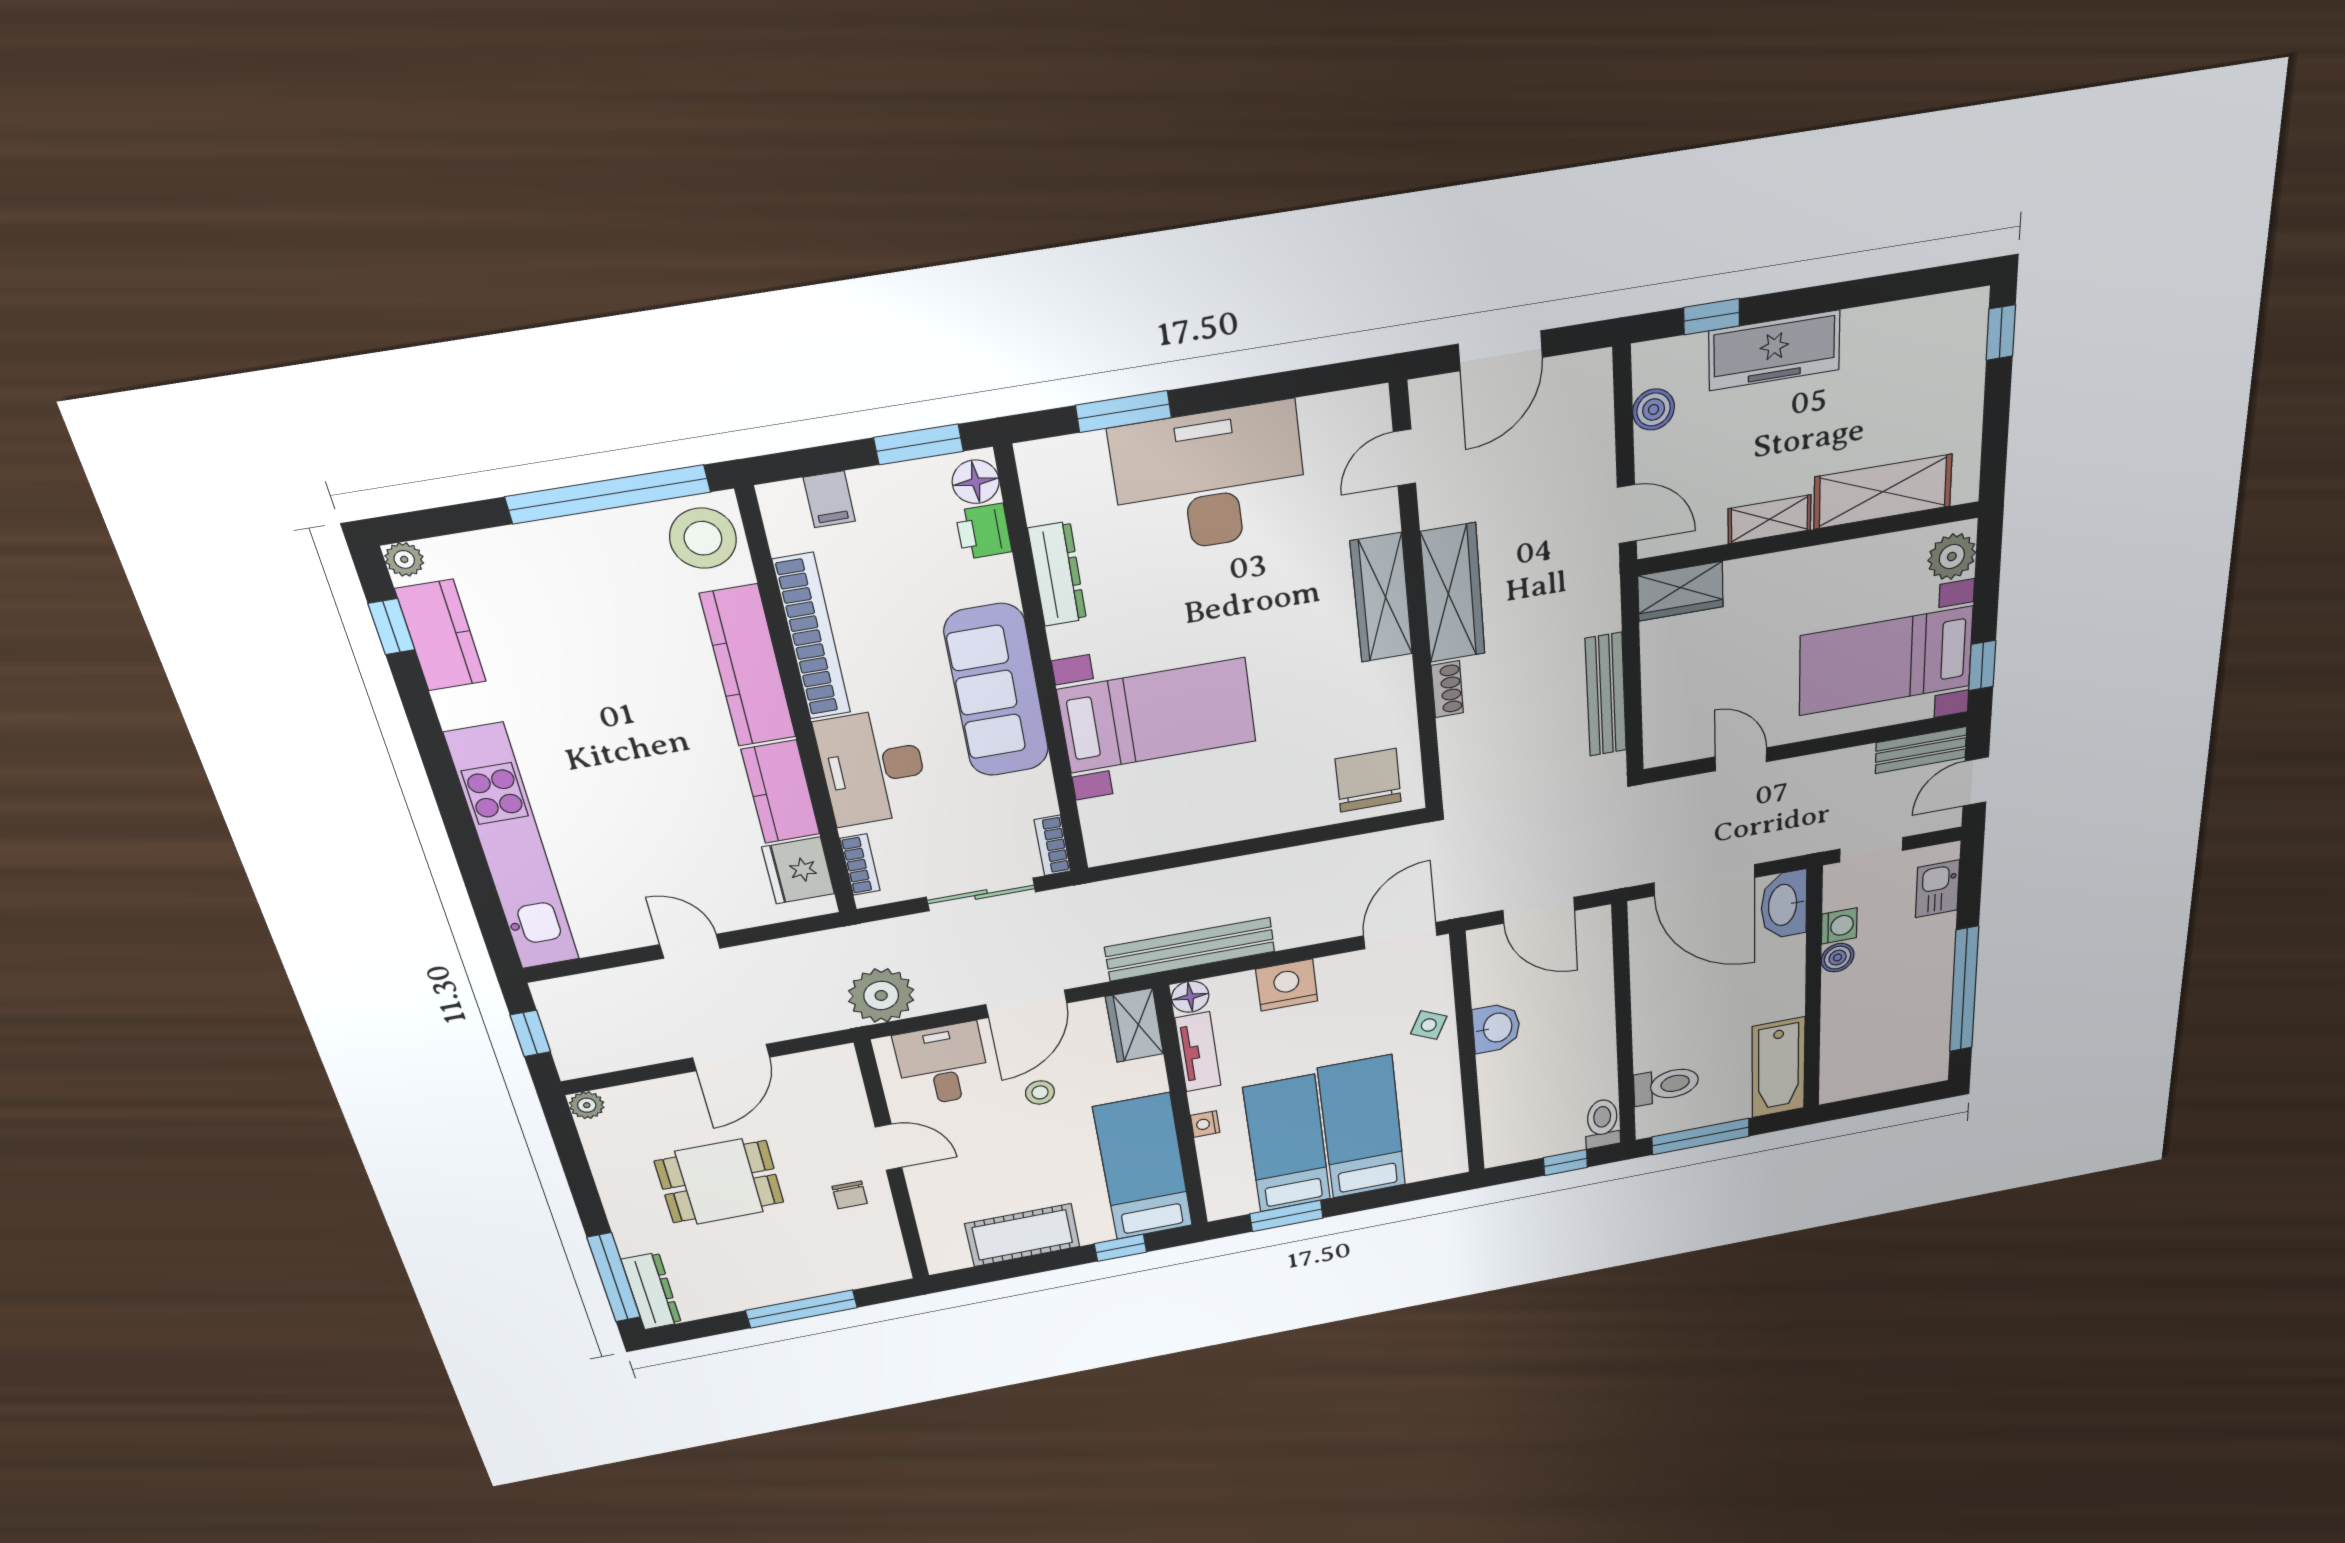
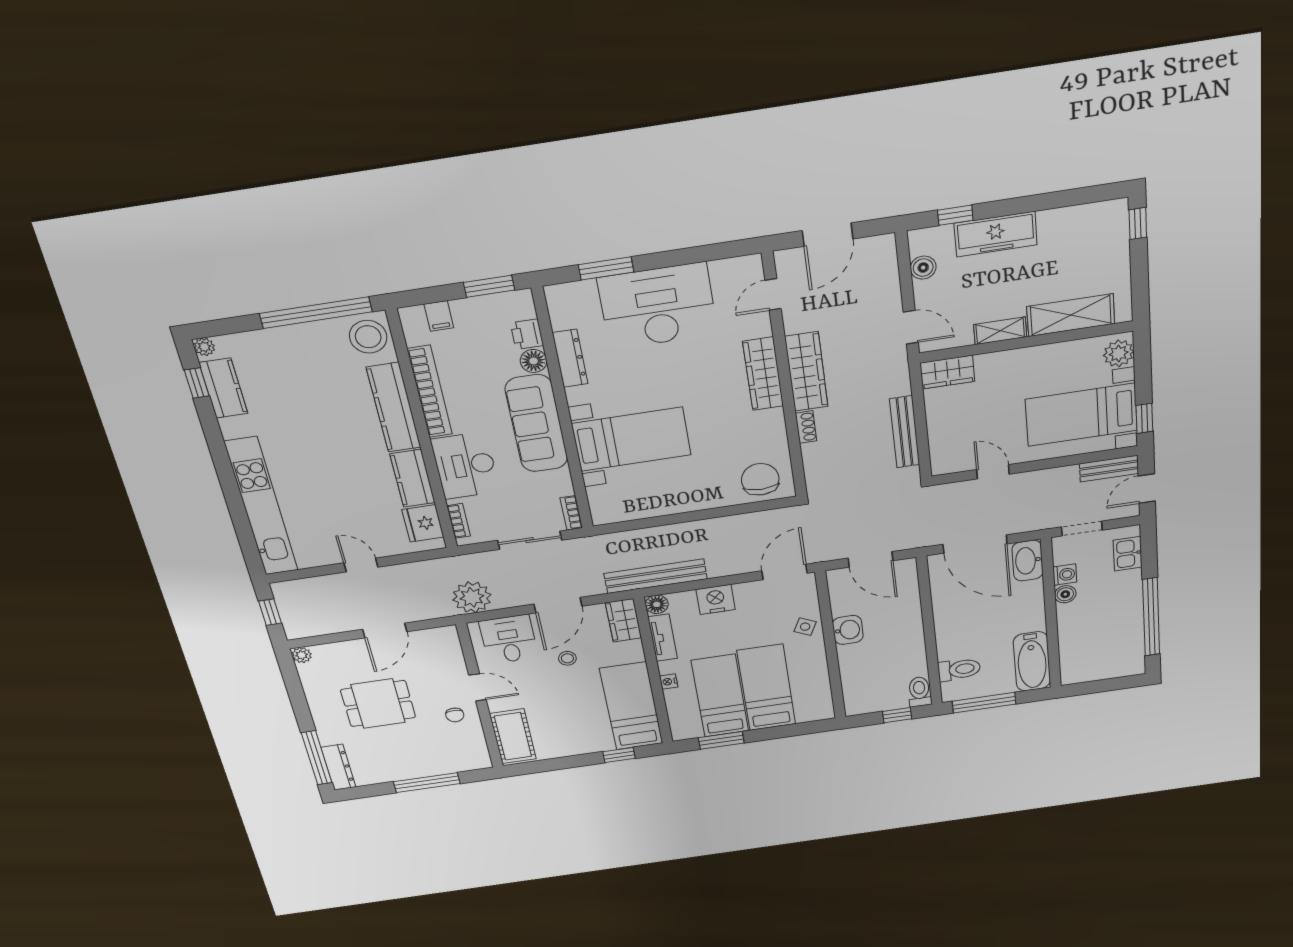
floor lamp: (976, 482) -> (534, 361), moved
cot: (1022, 1235) -> (513, 736), moved, turned 90

